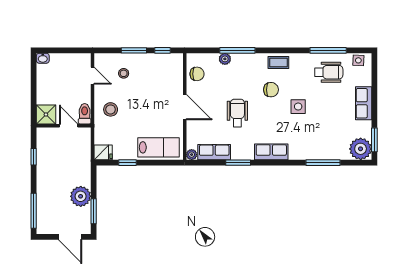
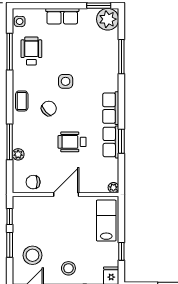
stool: (124, 73) -> (32, 255), width x1.89, depth x1.89
chair: (197, 74) -> (33, 182), turned -90
chair: (271, 90) -> (49, 108), turned 49
row of seats: (214, 152) -> (111, 142), moved

